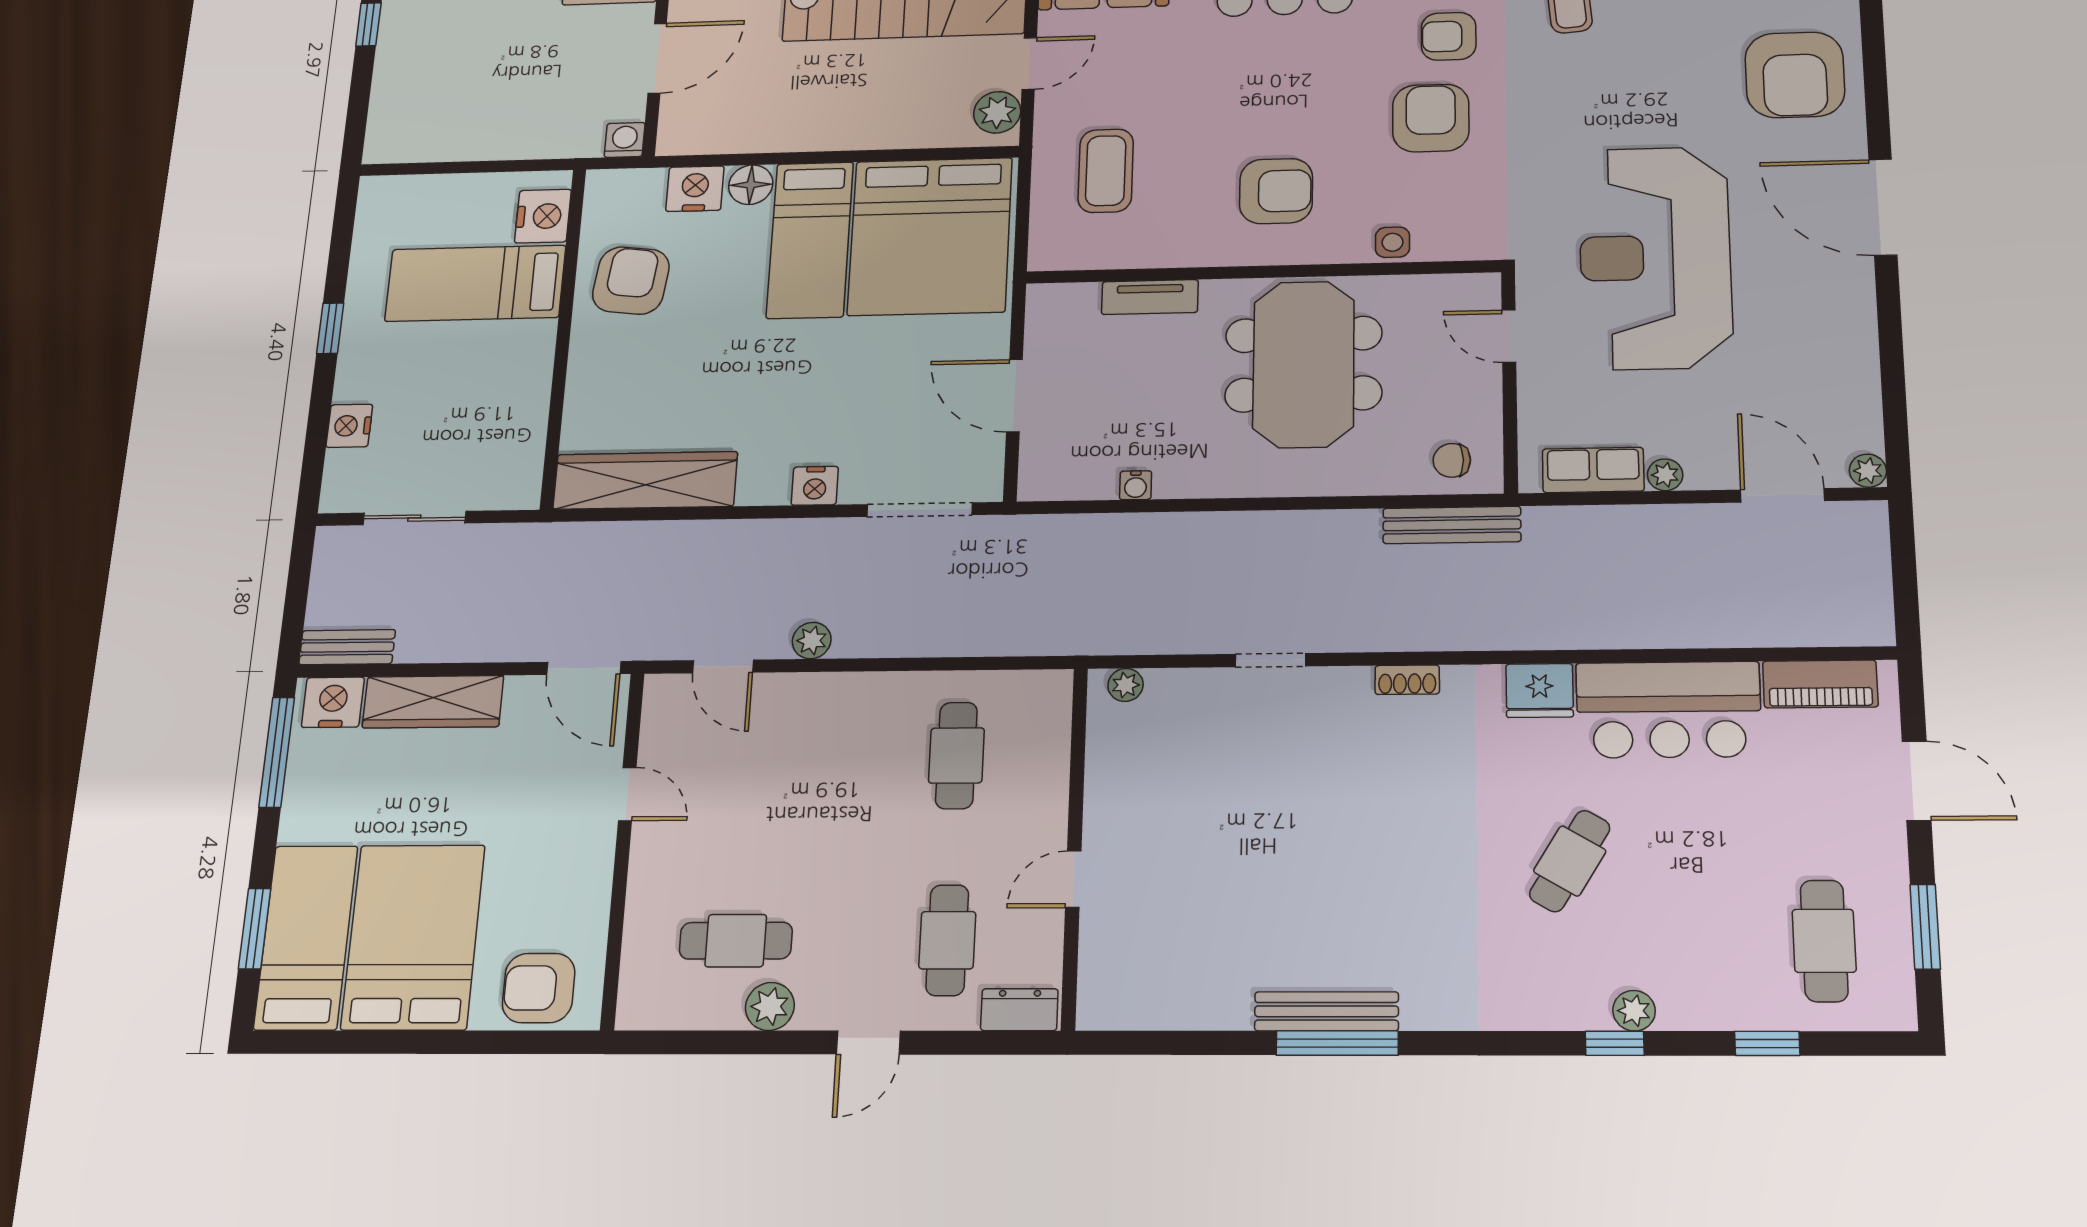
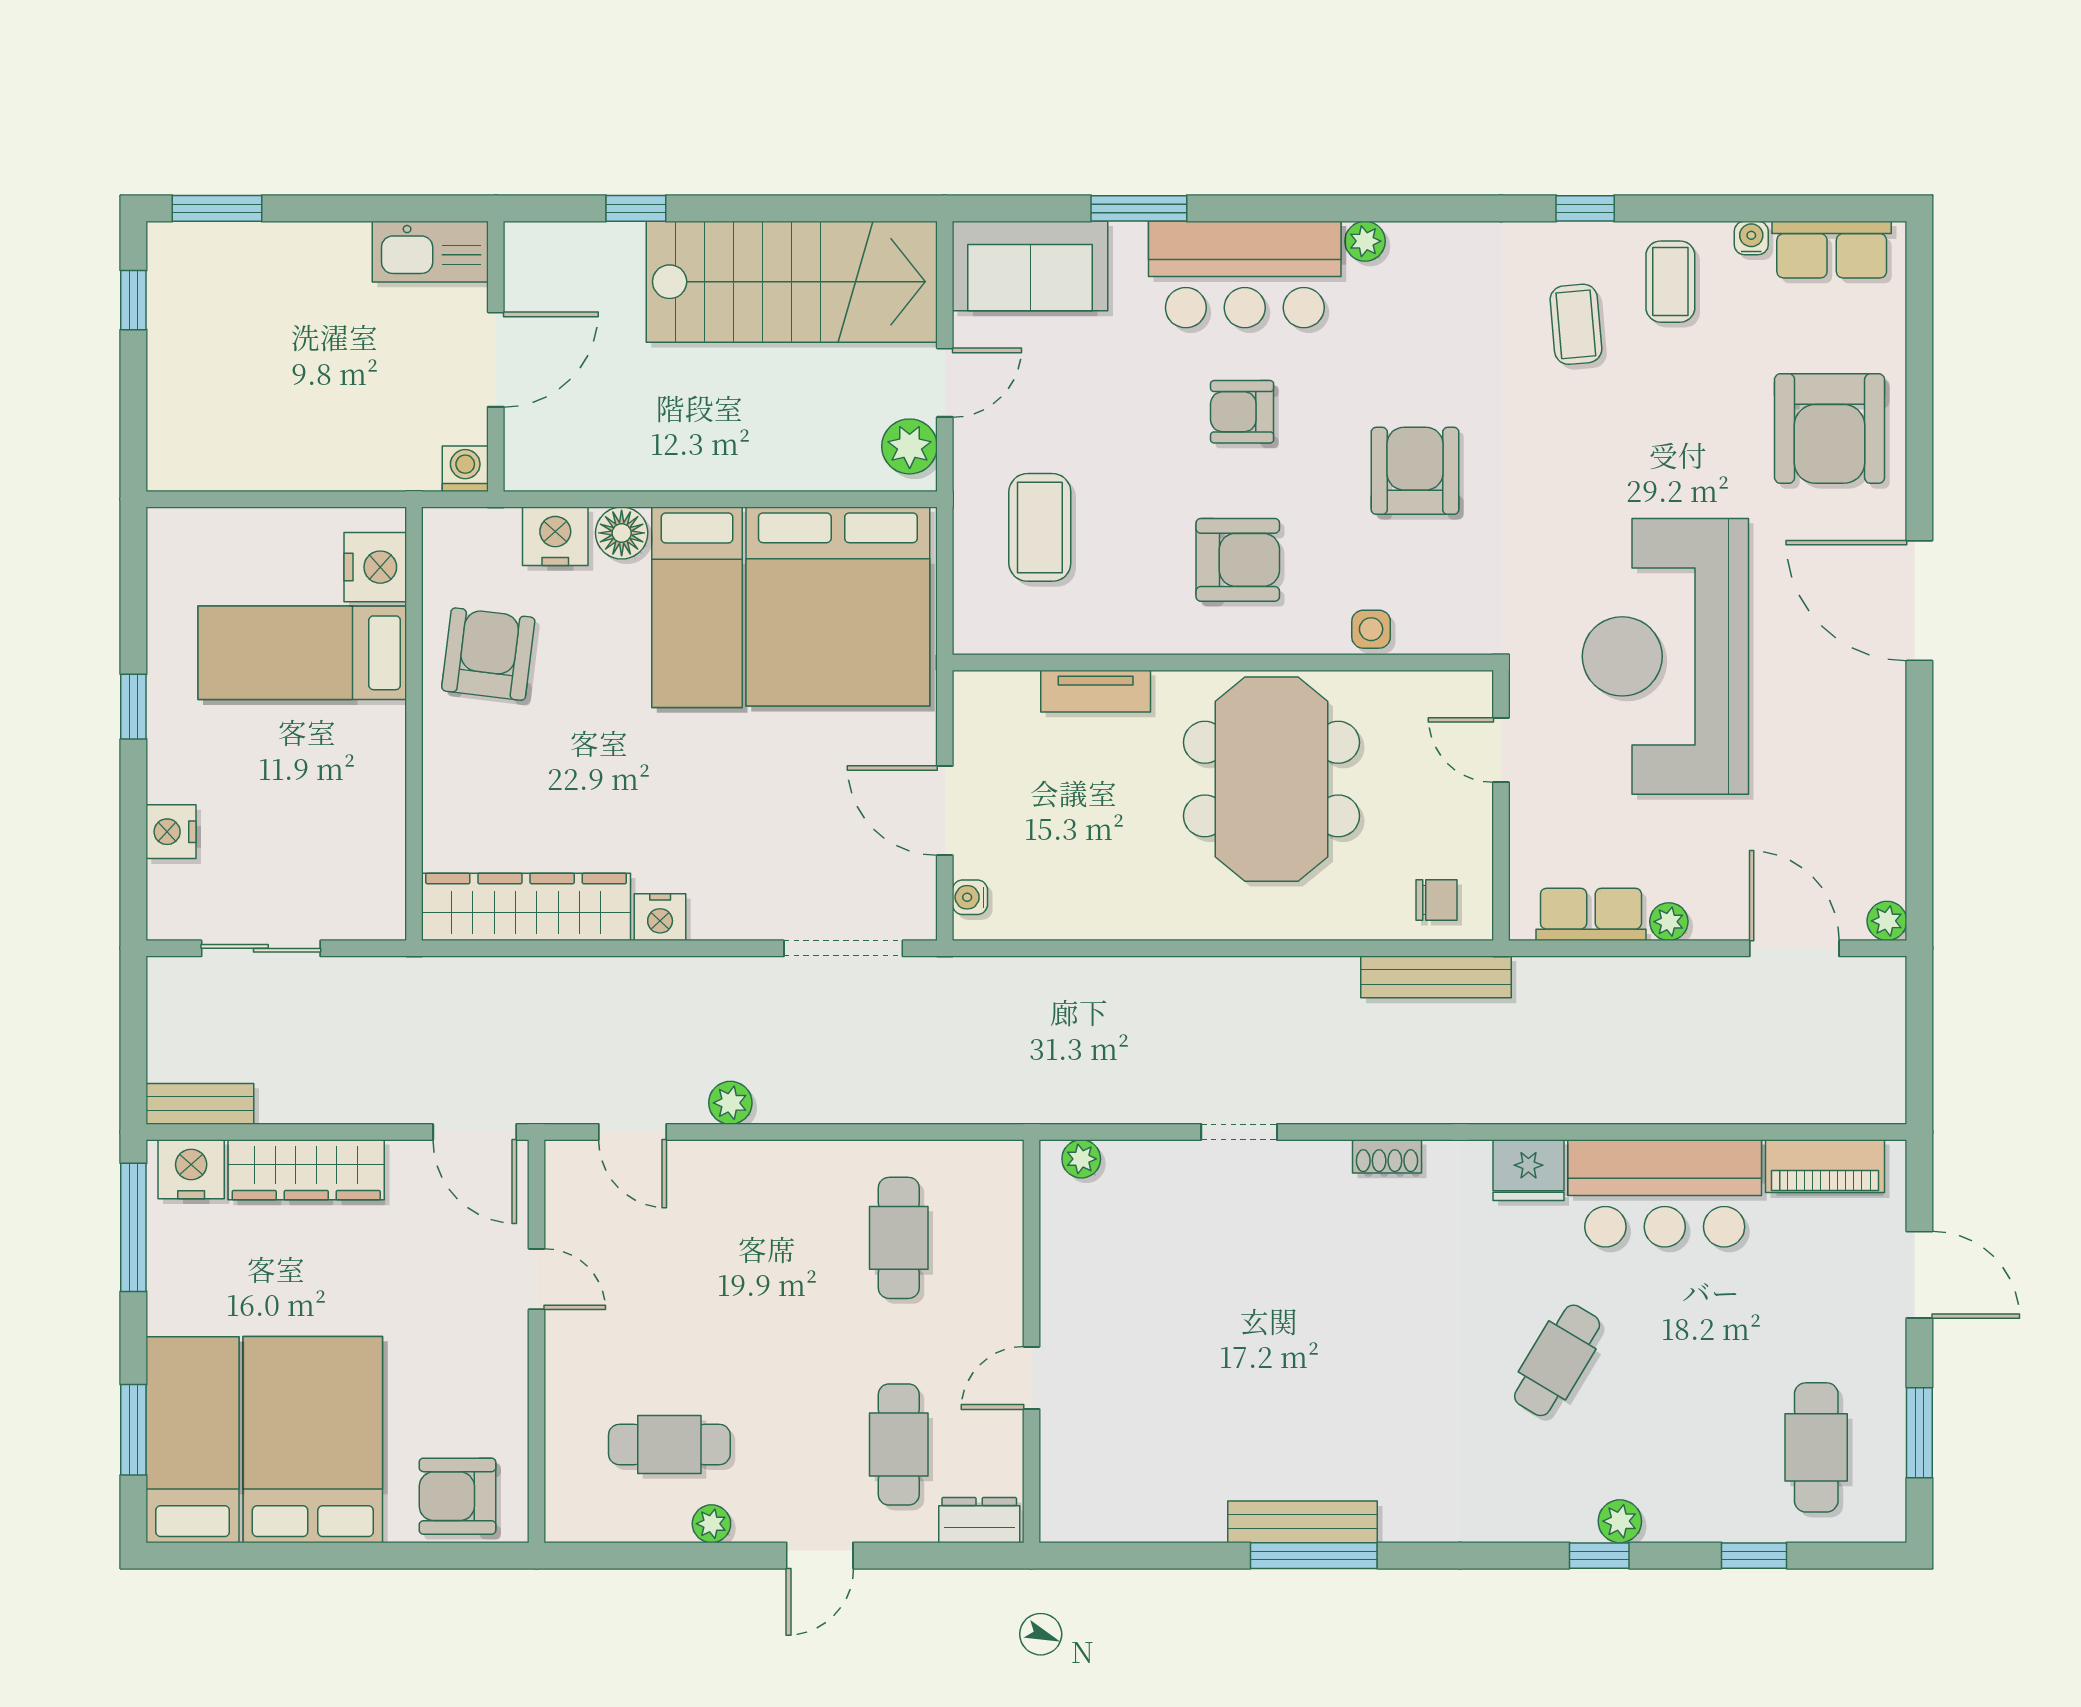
armchair: (1449, 36) -> (1242, 412), moved
chair: (1452, 460) -> (1436, 900), turned 180
water cooler: (1136, 485) -> (970, 897), moved, turned 90
nightstand: (815, 486) -> (660, 917), moved
plant: (770, 1006) -> (711, 1524), width x0.73, depth x0.73

